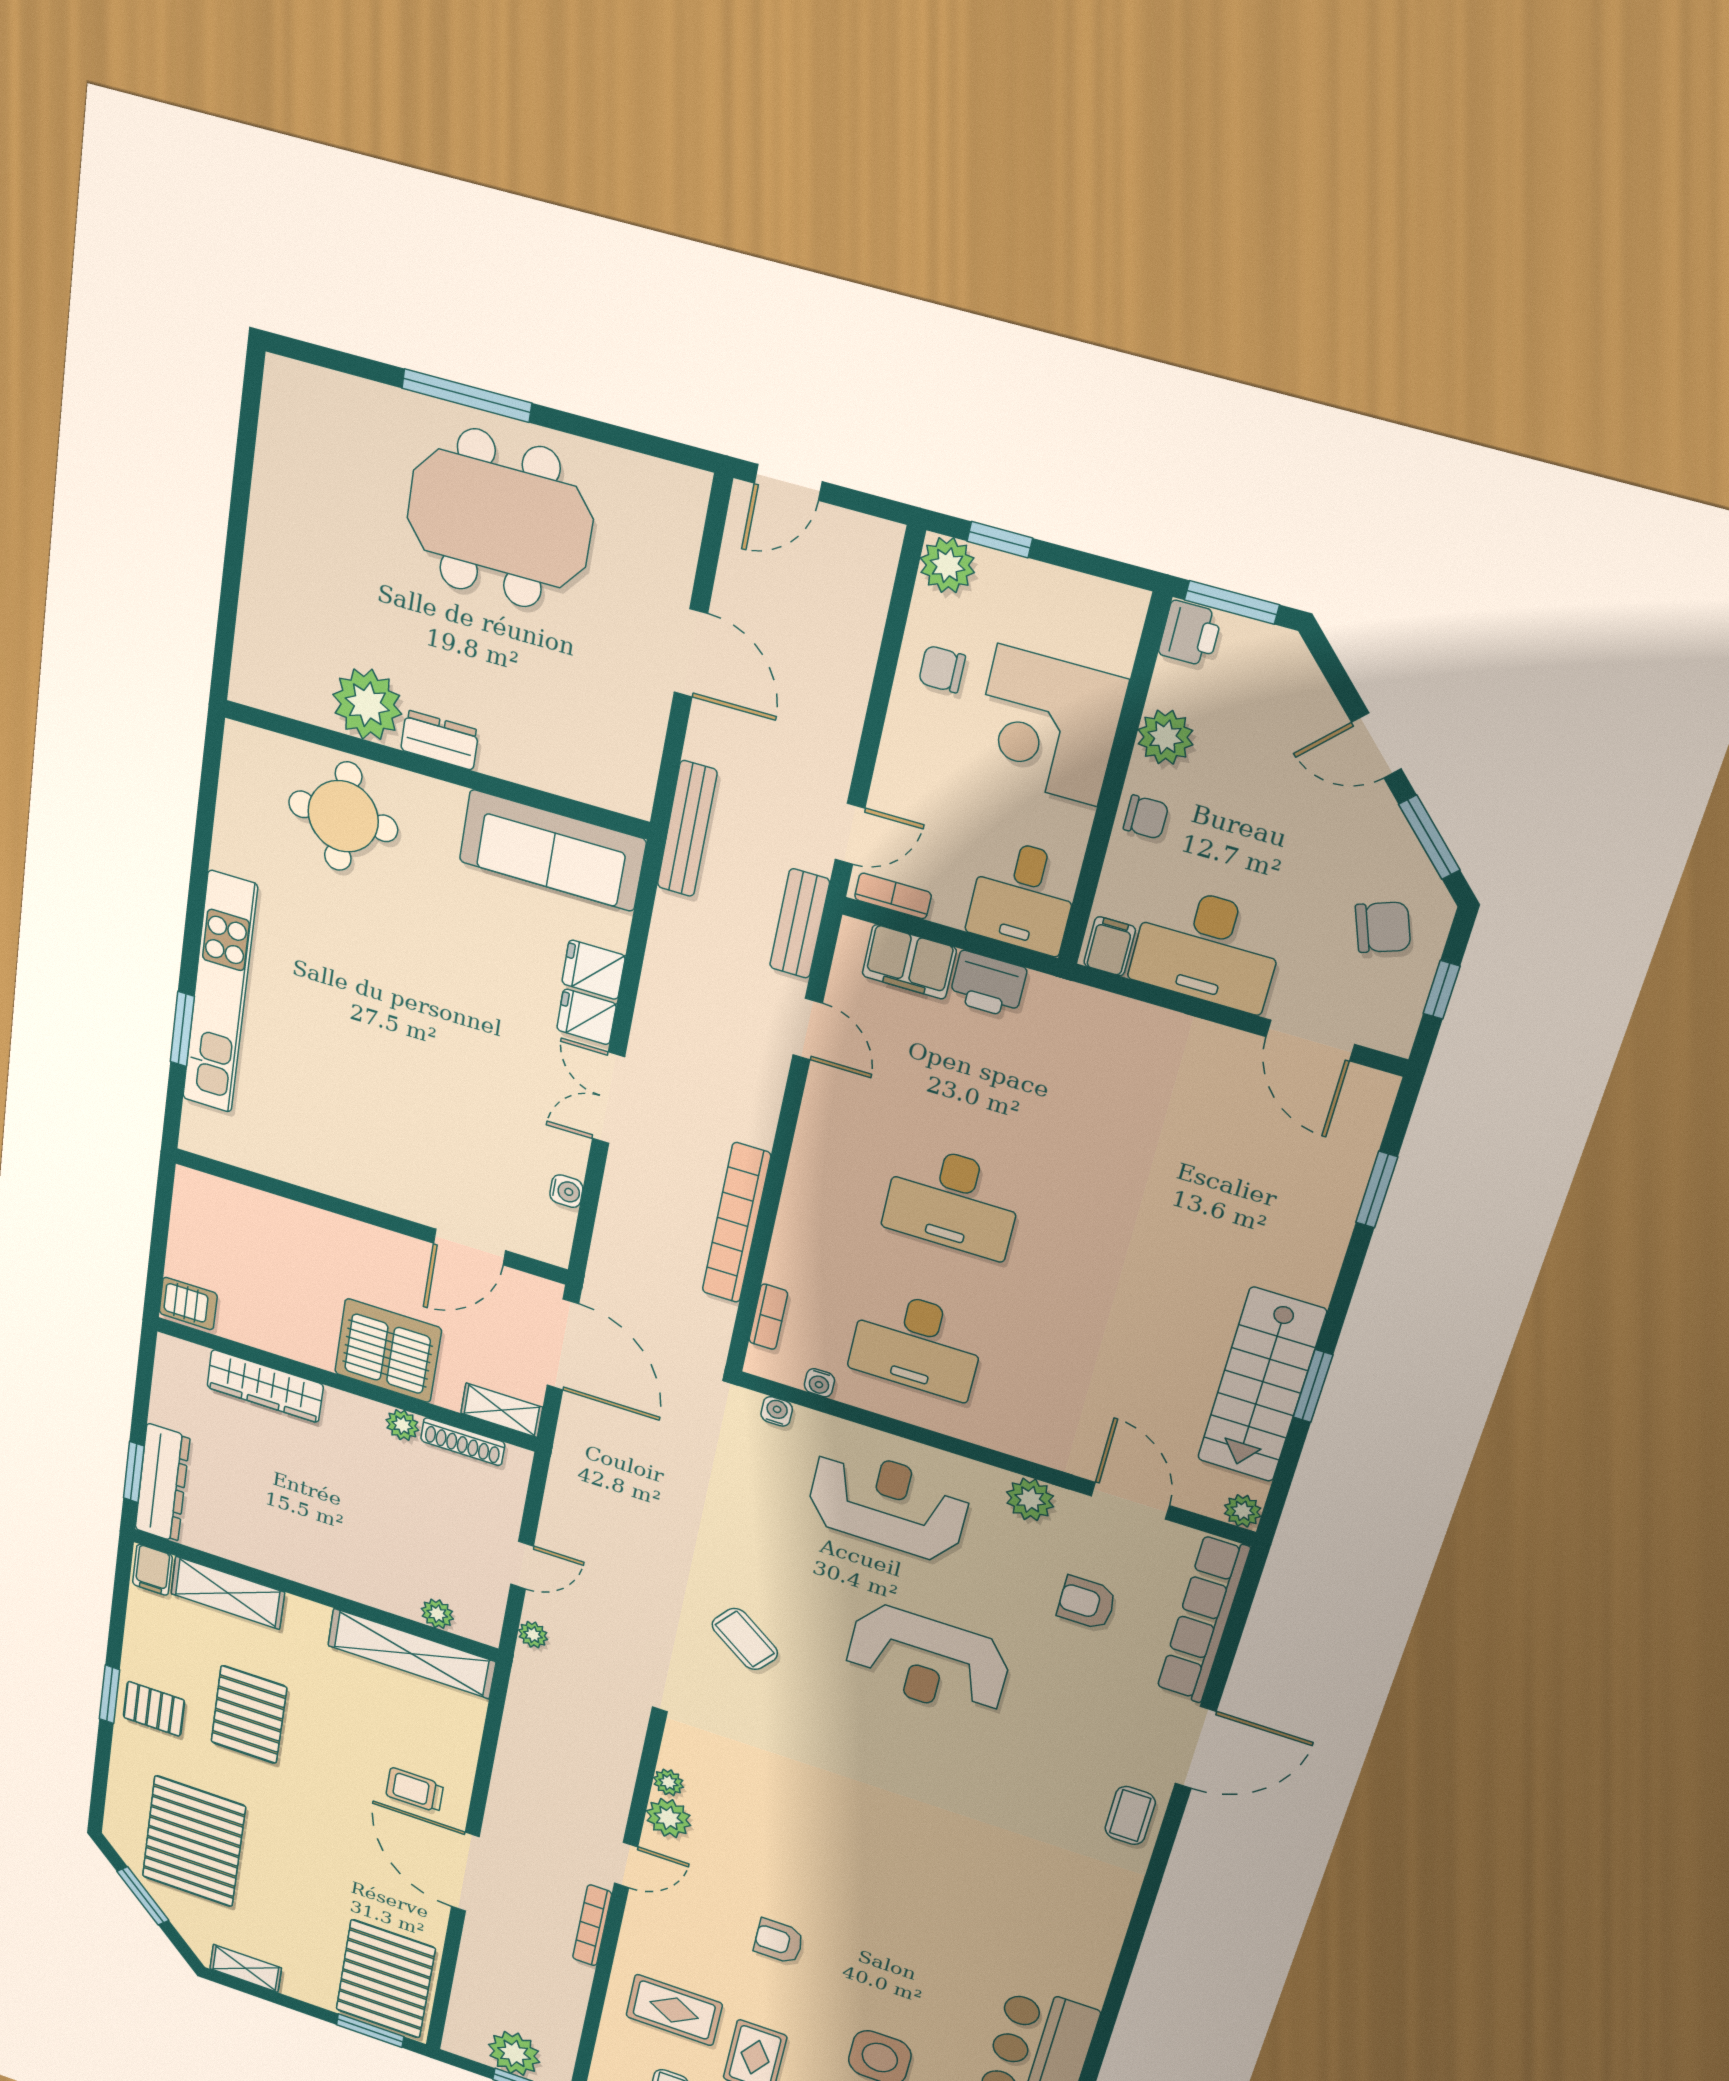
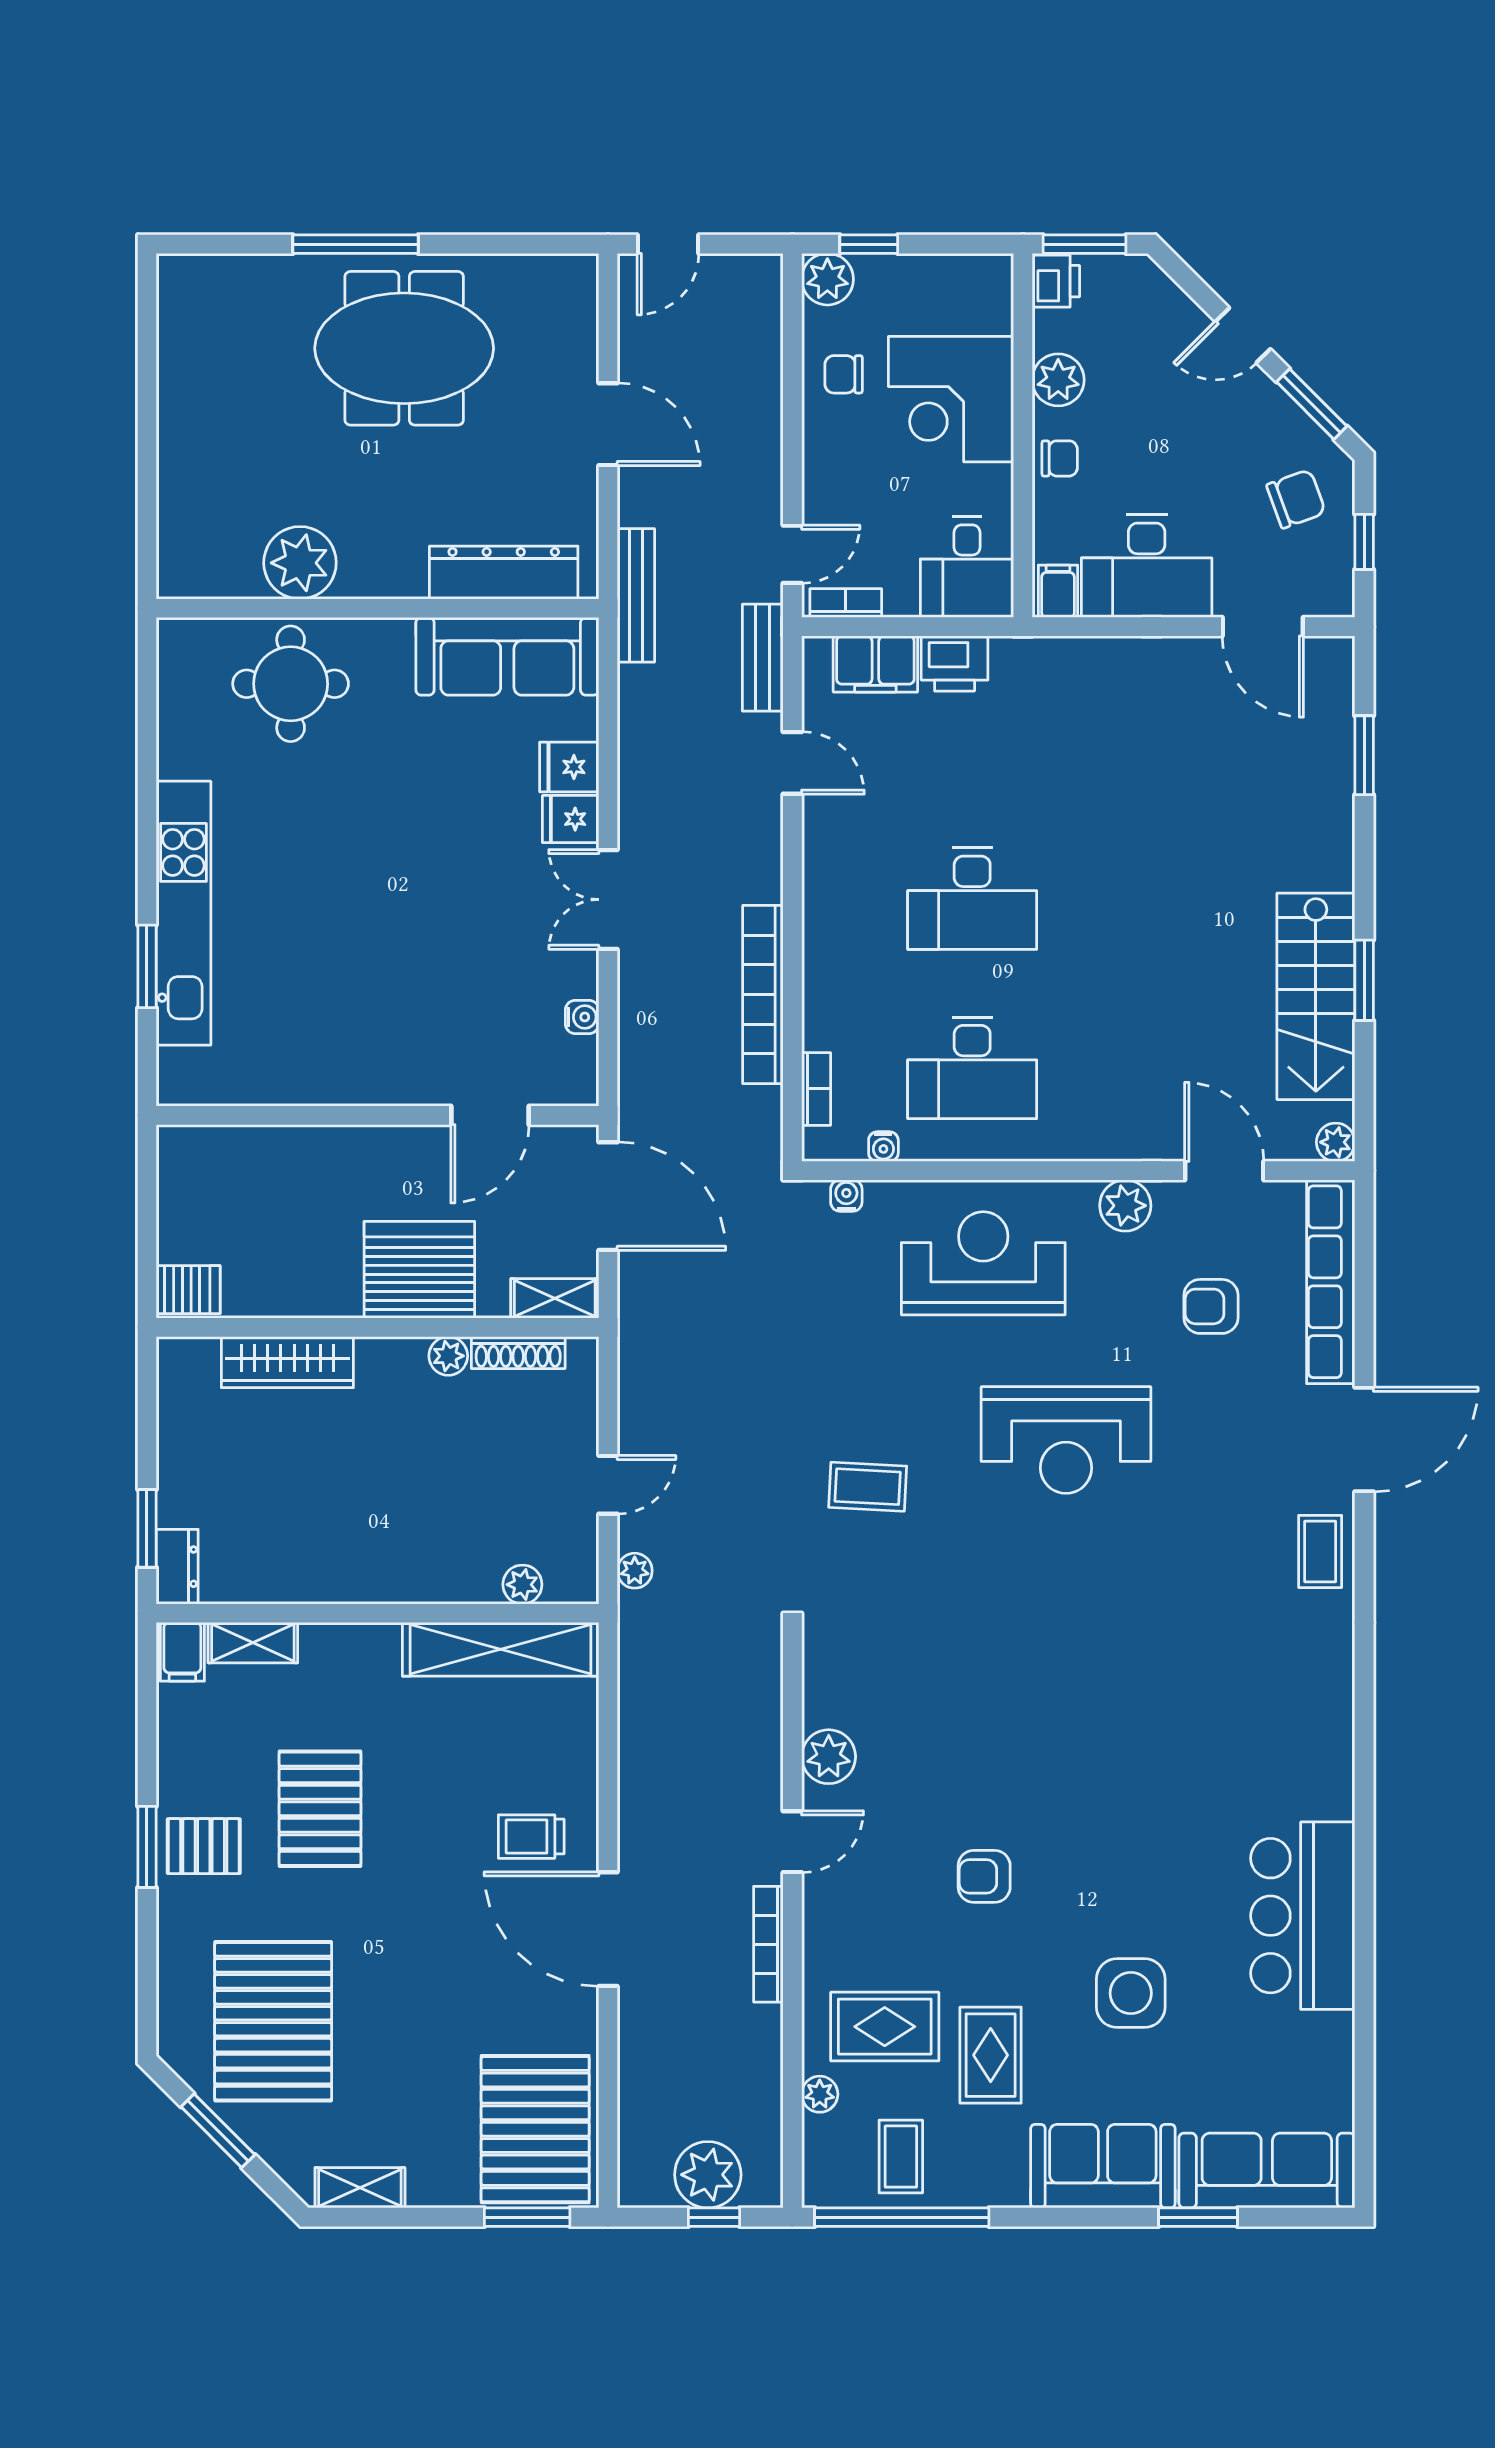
dresser: (440, 740) -> (504, 573), moved, width x1.96, depth x1.24
dresser: (162, 1483) -> (177, 1567), width x0.51, depth x0.80
shelving: (228, 1593) -> (253, 1643), width x0.67, depth x0.75
coffee table: (745, 1639) -> (868, 1487), turned -34
plant: (668, 1782) -> (820, 2094), moved

